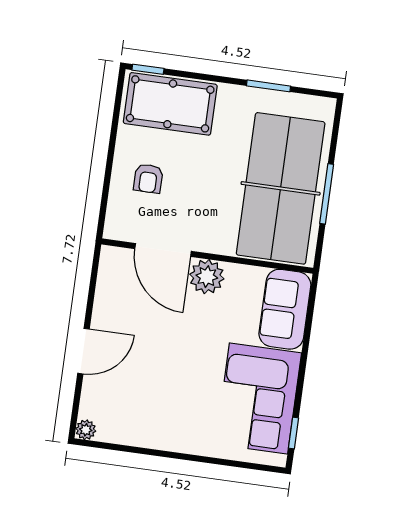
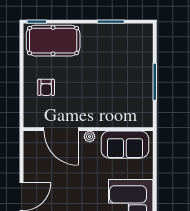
table tennis table: (281, 188) -> (127, 82), removed
plant: (207, 277) -> (90, 137), width x0.53, depth x0.53
sofa: (285, 309) -> (125, 145), moved, turned -90

